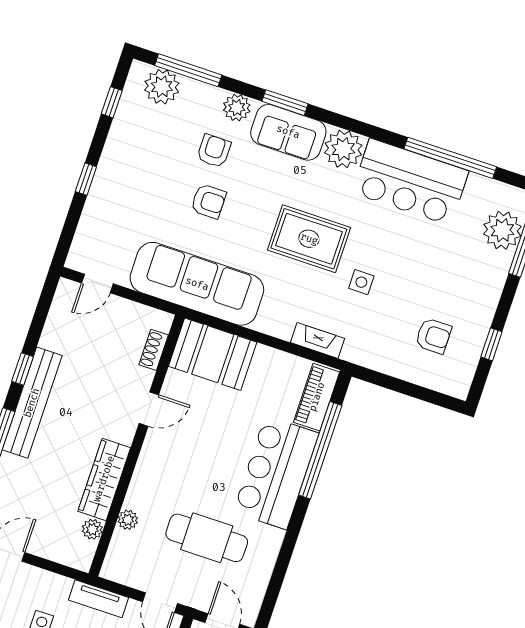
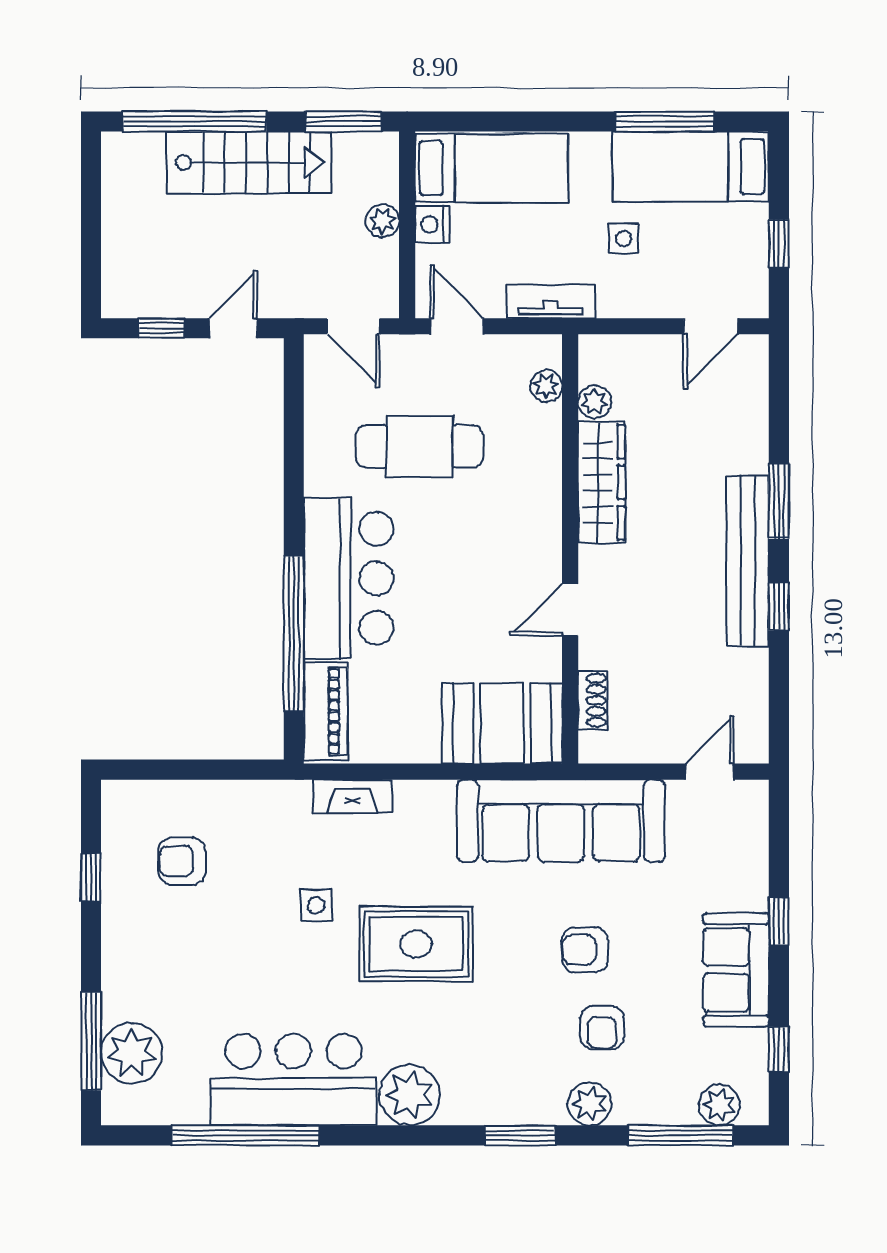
plant: (162, 87) -> (719, 1105), width x0.73, depth x0.73
sofa: (288, 132) -> (736, 970), moved, turned -90
plant: (128, 520) -> (546, 386), moved

